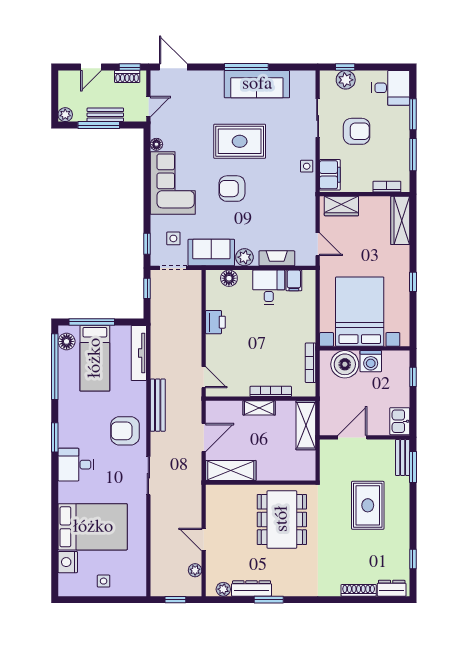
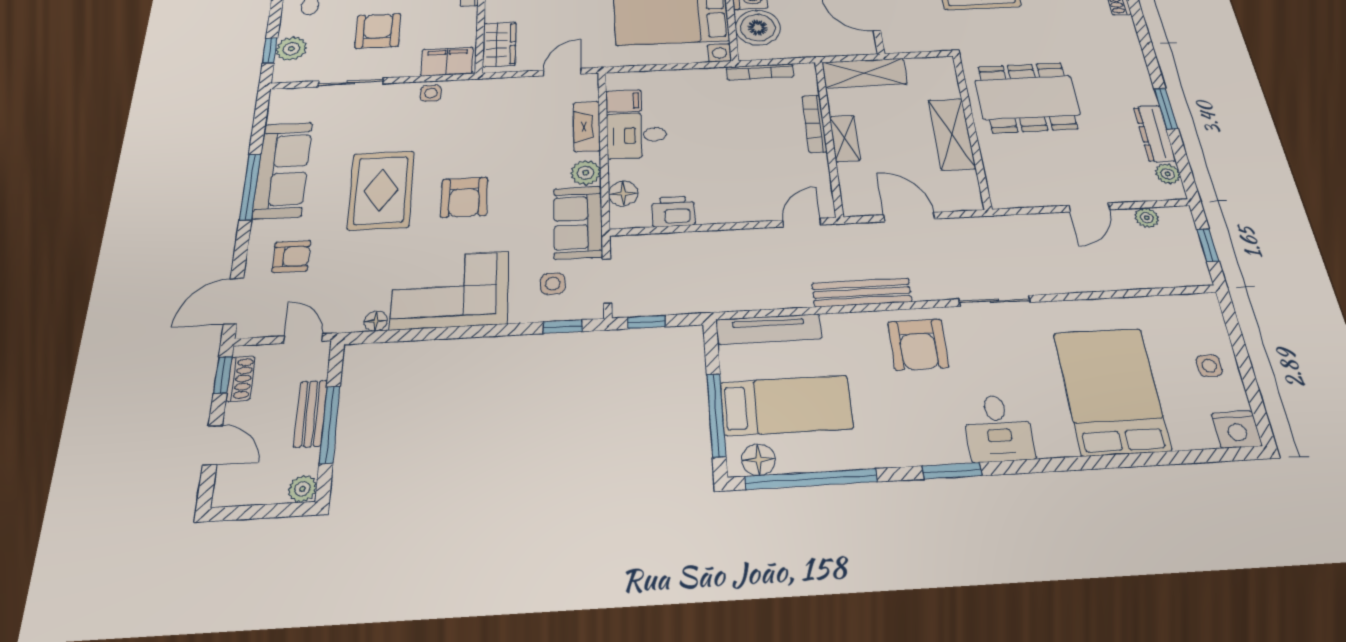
armchair: (199, 95) -> (291, 257), added
printer: (215, 322) -> (673, 211), moved
shelving: (231, 471) -> (952, 134), moved
nightstand: (68, 562) -> (1237, 429), moved

